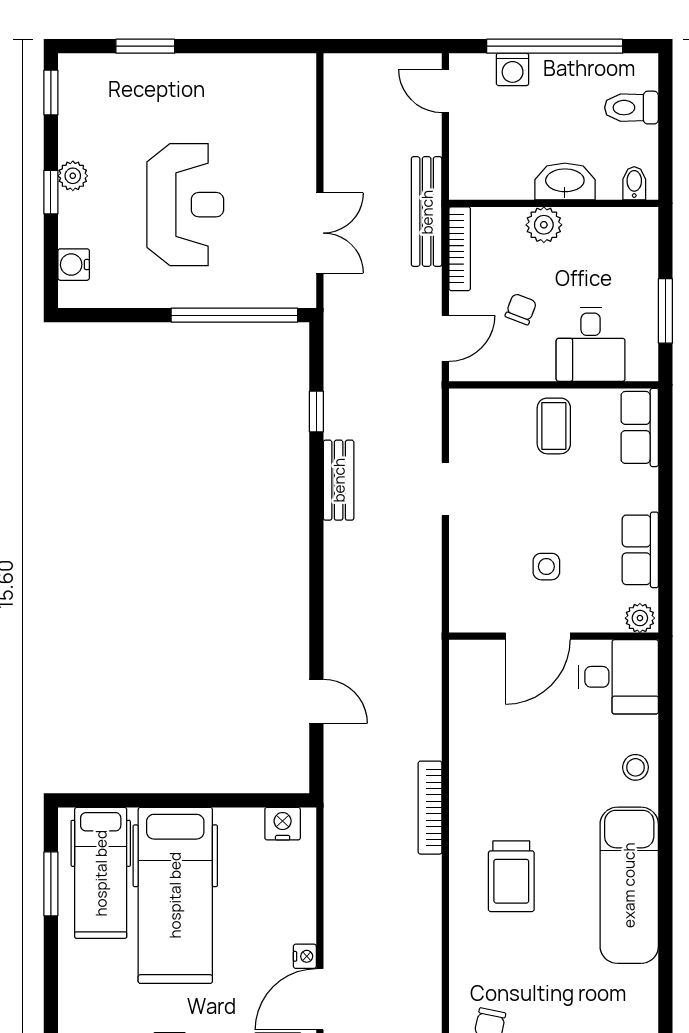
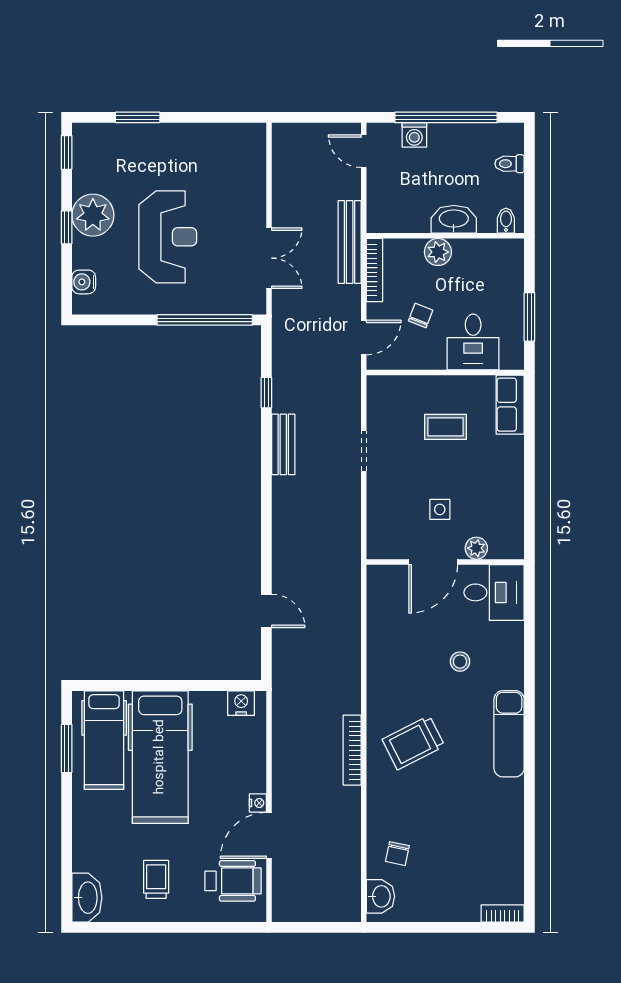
toilet: (631, 108) -> (510, 164), width x0.73, depth x0.72
plant: (73, 176) -> (93, 215), width x1.87, depth x1.87
coffee table: (554, 426) -> (446, 427), moved, turned 90
row of seats: (640, 550) -> (511, 497), removed
plant: (640, 618) -> (476, 548), moved
stool: (635, 767) -> (460, 662), moved
bookcase: (430, 808) -> (352, 750), moved
trolley: (511, 876) -> (413, 743), turned 63
exam couch: (629, 885) -> (509, 734), width x0.73, depth x0.69

